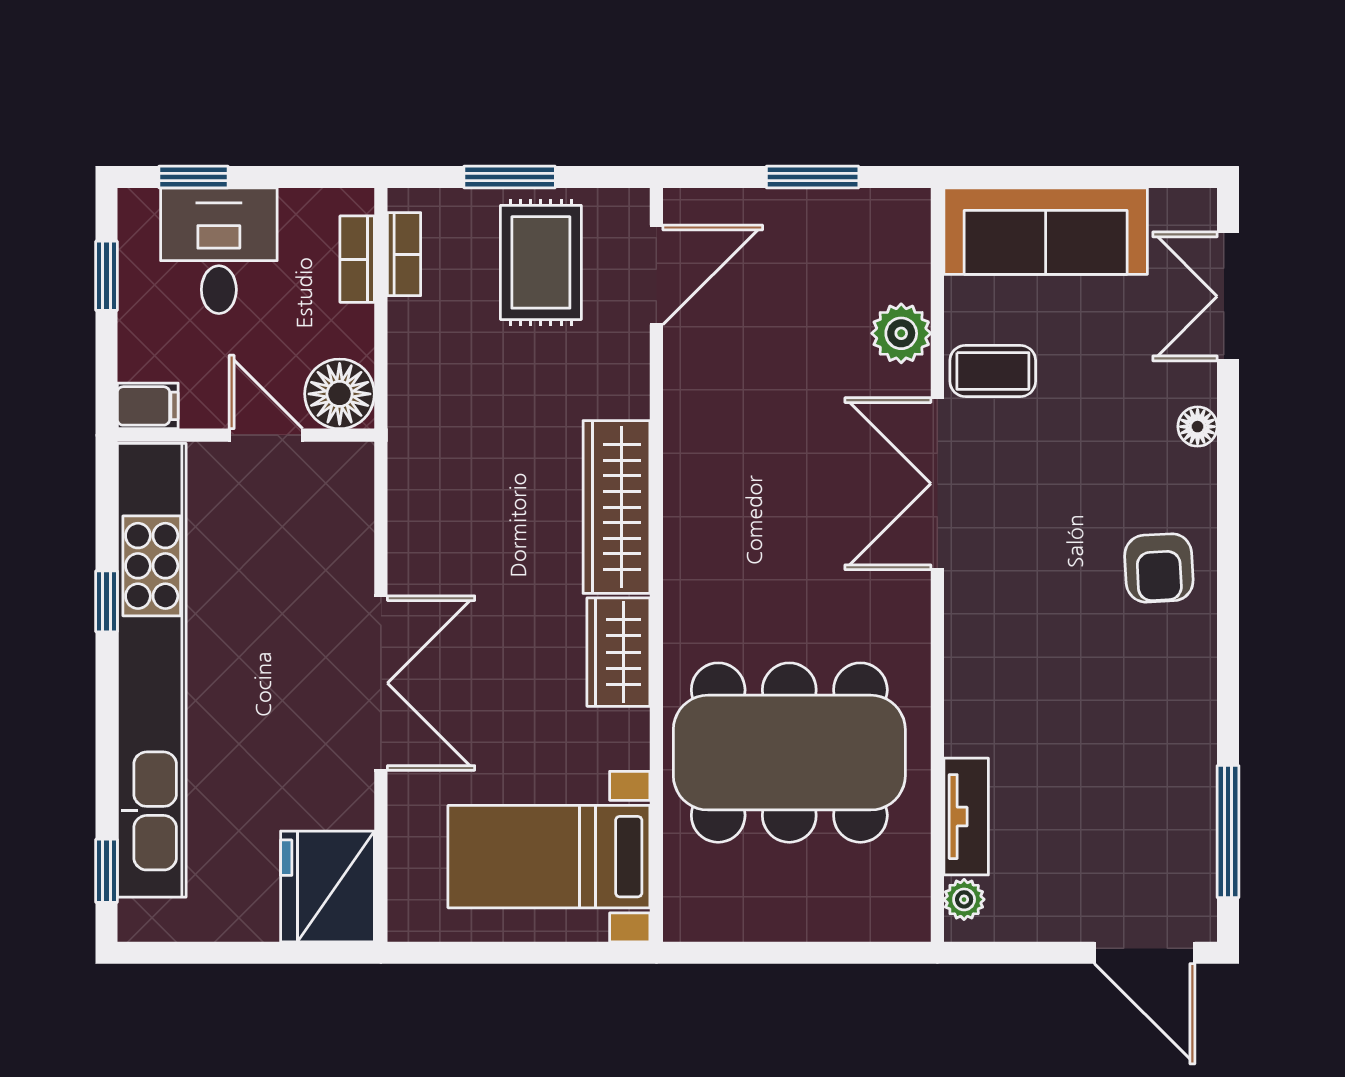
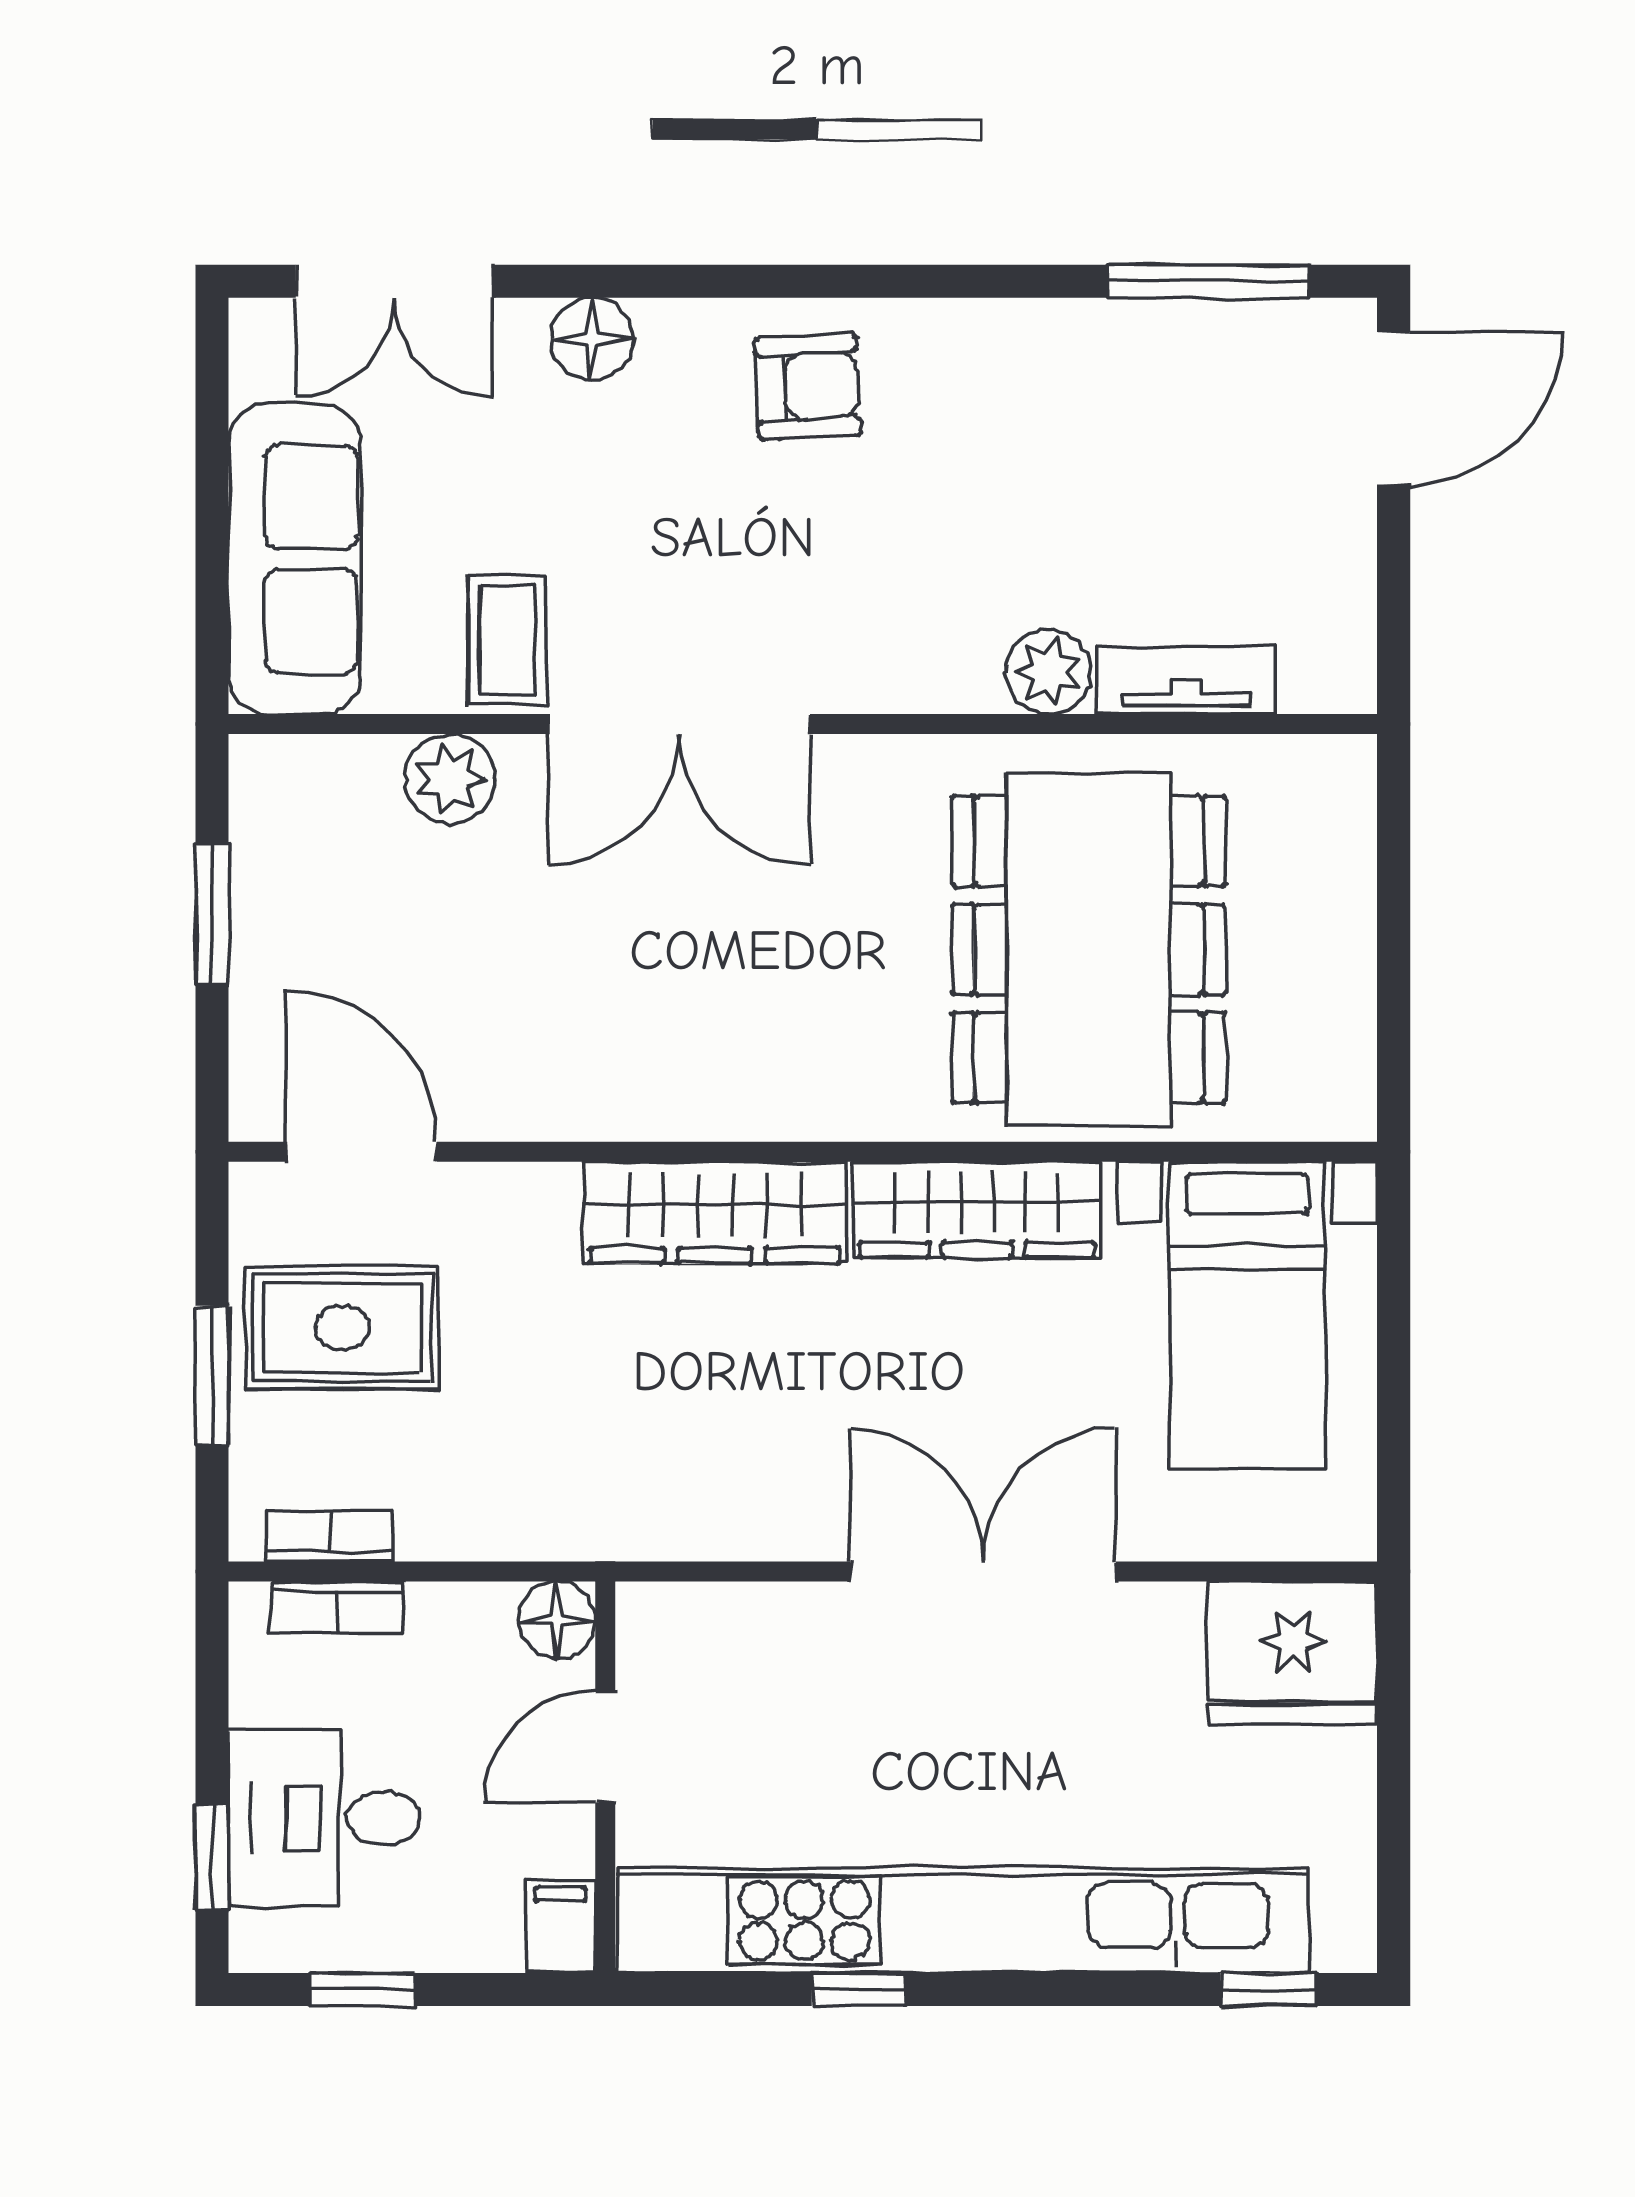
floor lamp: (340, 394) -> (557, 1620), width x0.73, depth x0.73
floor lamp: (1198, 427) -> (592, 339), width x1.37, depth x1.37
wardrobe: (618, 652) -> (977, 1210), width x1.50
plant: (964, 899) -> (1048, 672), moved, width x1.38, depth x1.38

